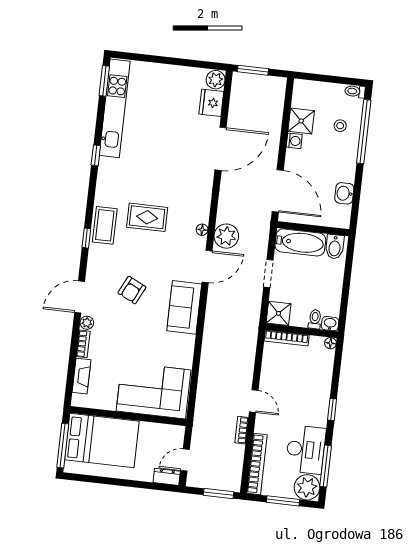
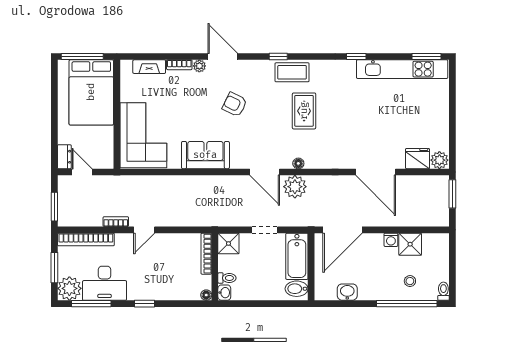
sofa: (184, 307) -> (205, 155), moved

